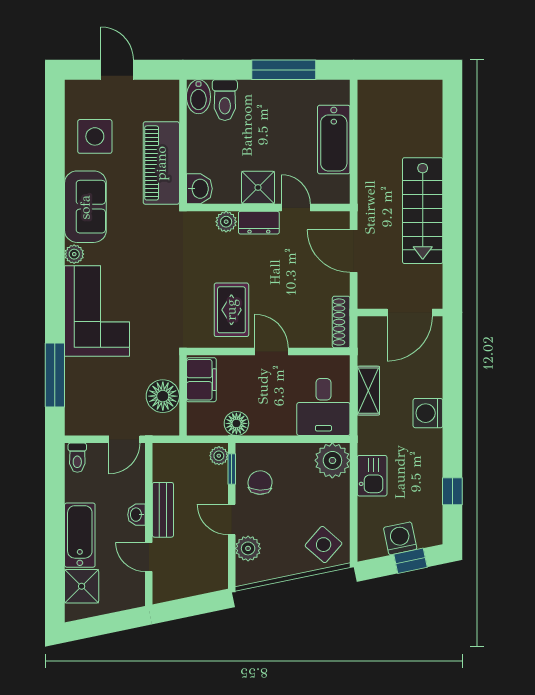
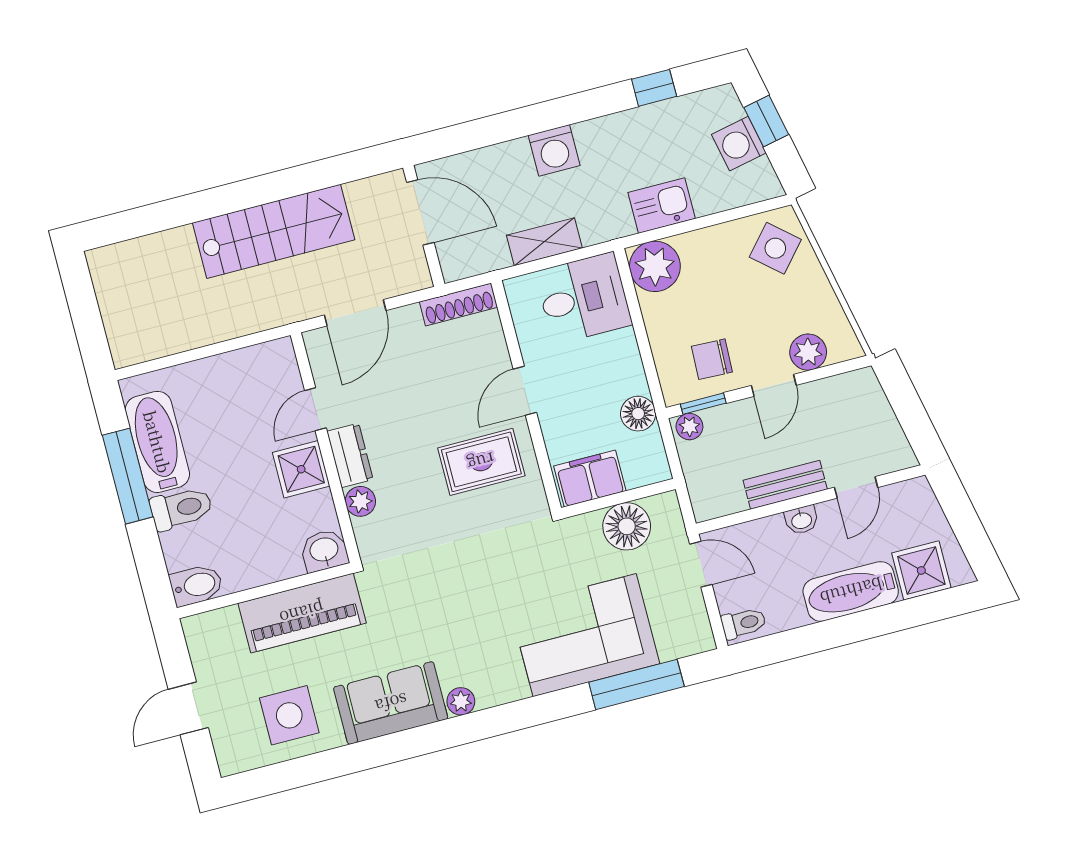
toilet: (225, 100) -> (181, 508), moved
bathtub: (334, 140) -> (157, 442), moved, turned -90
corner sofa: (97, 311) -> (585, 635), moved

